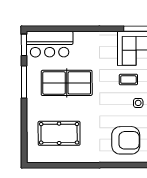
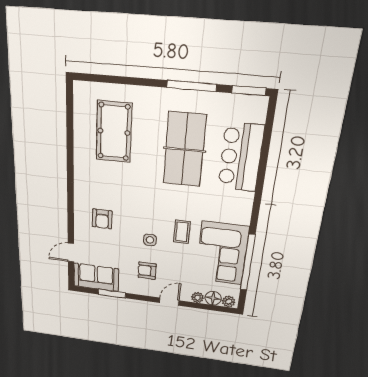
bar counter: (50, 44) -> (241, 157), moved
armchair: (126, 140) -> (102, 219), width x0.53, depth x0.53

